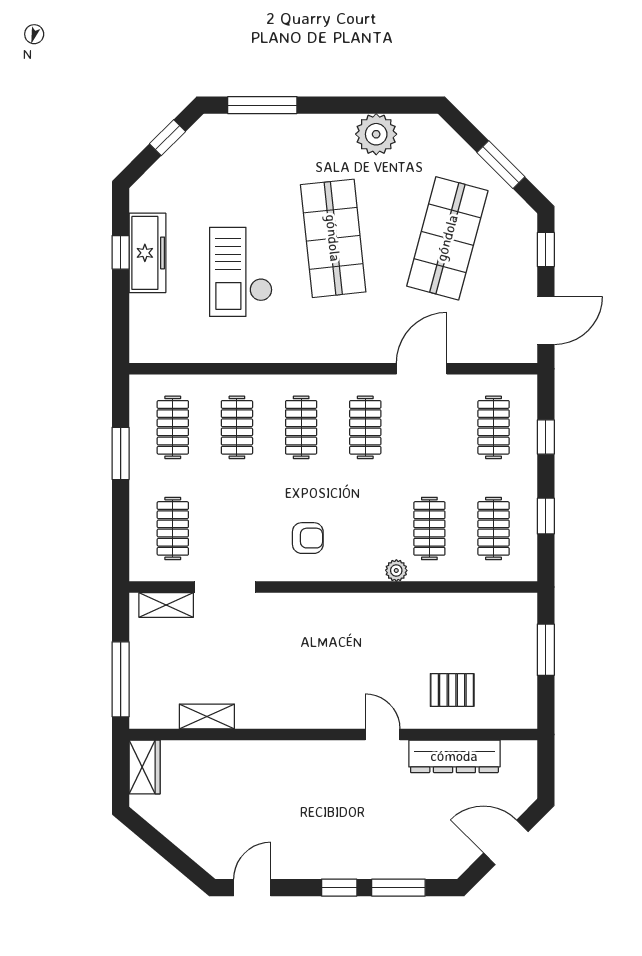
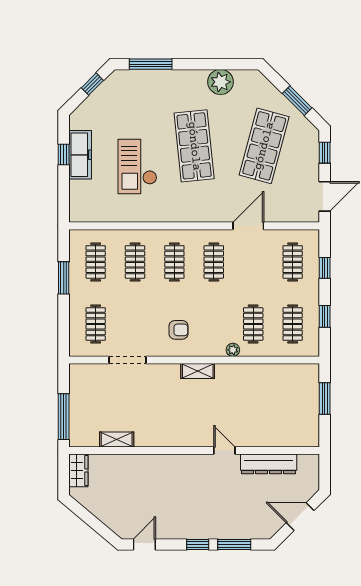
shelving: (166, 605) -> (198, 371), moved
pallet: (452, 690) -> (267, 423), removed

